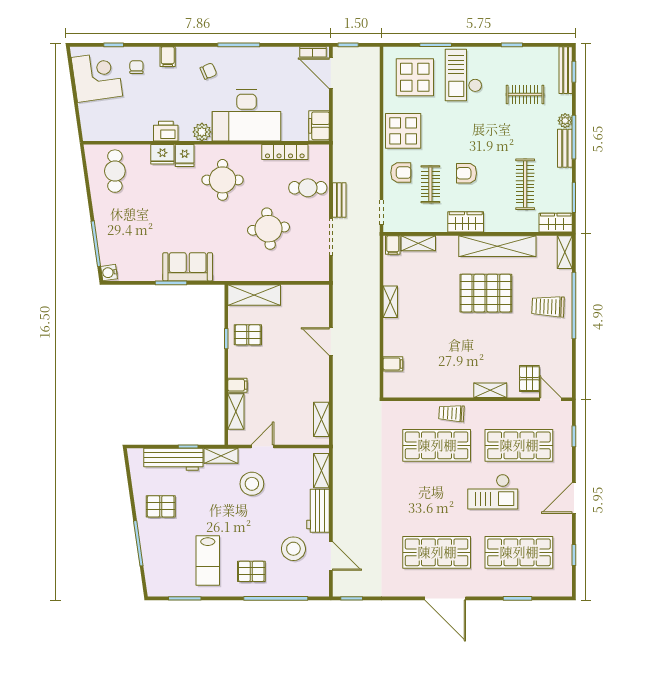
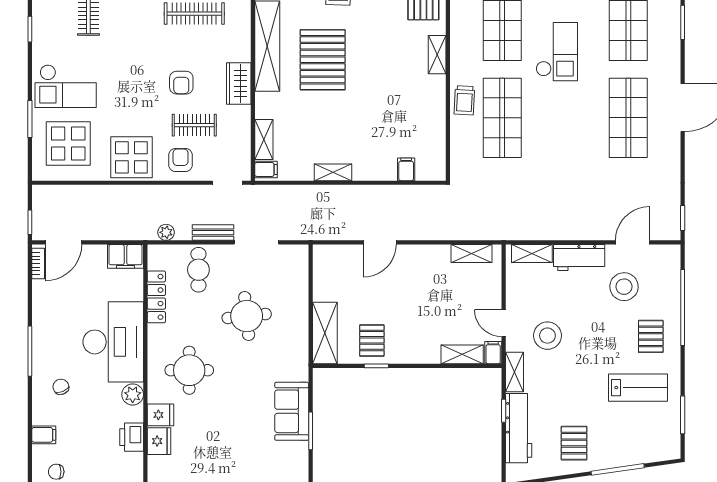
plant: (339, 160) -> (166, 232), added
filing cabinet: (237, 385) -> (493, 353), moved

